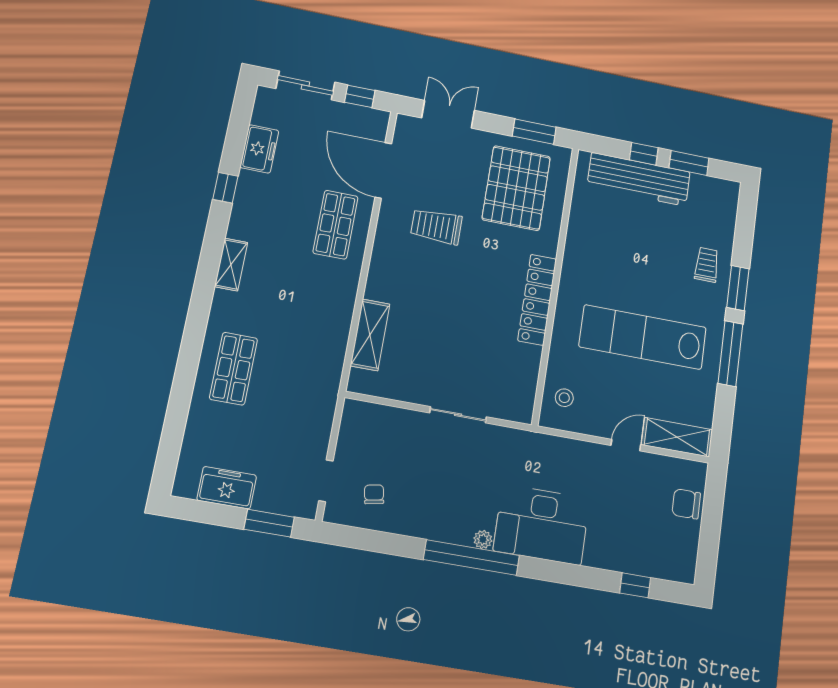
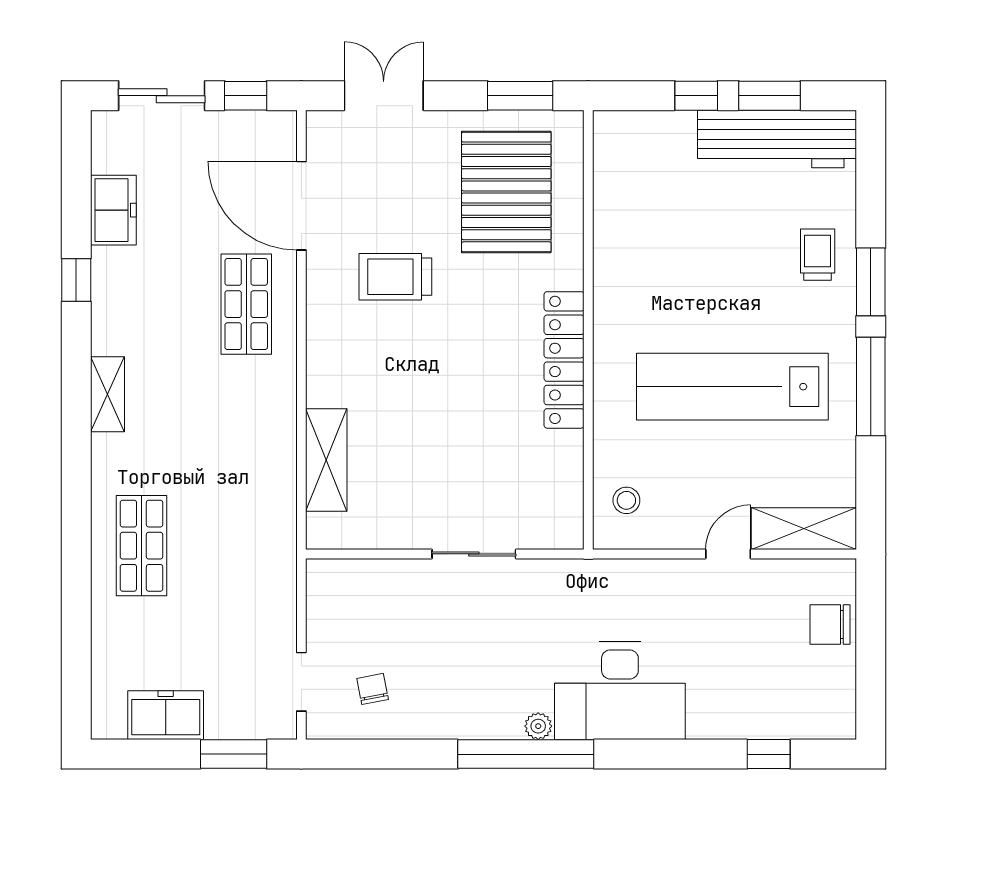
workbench: (639, 179) -> (777, 139), moved

